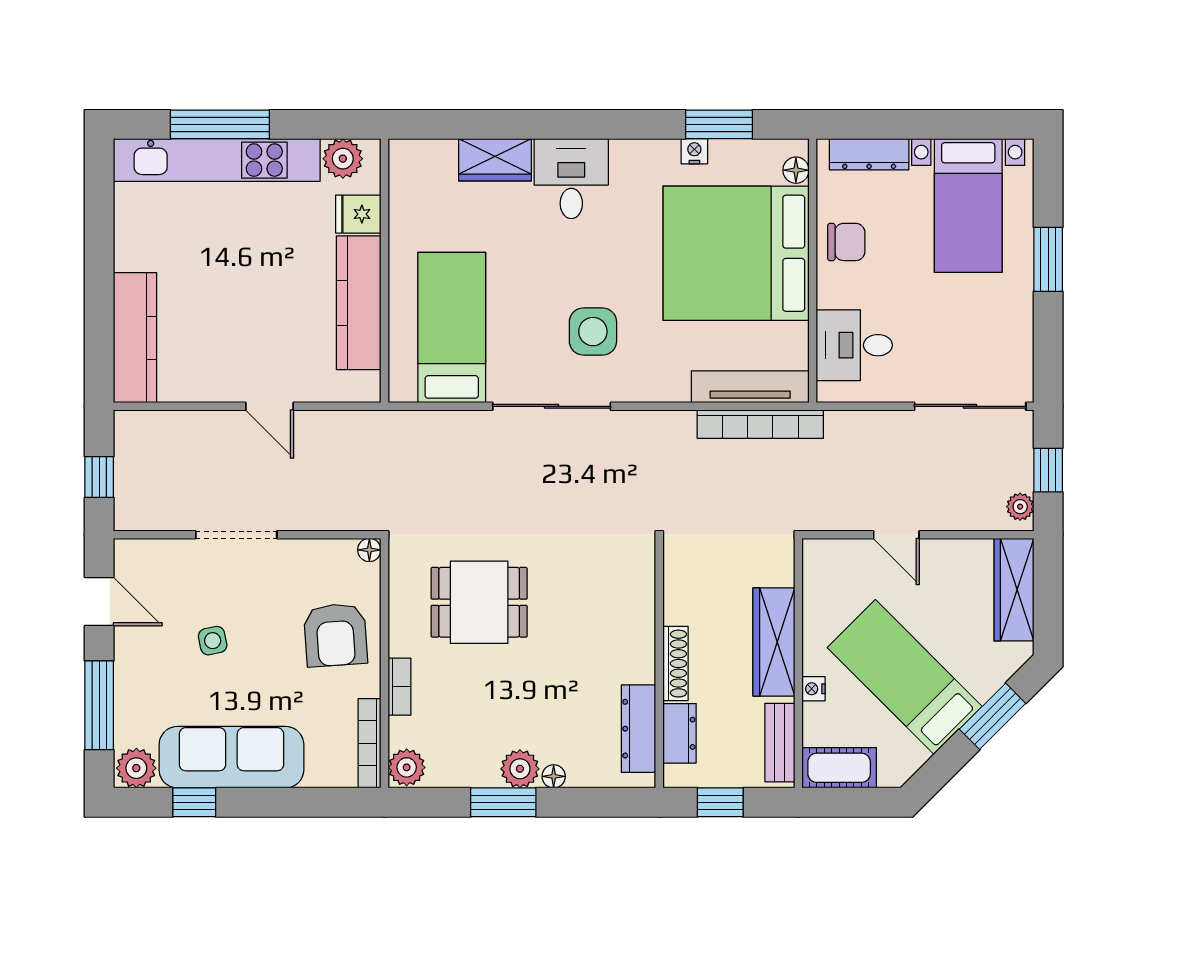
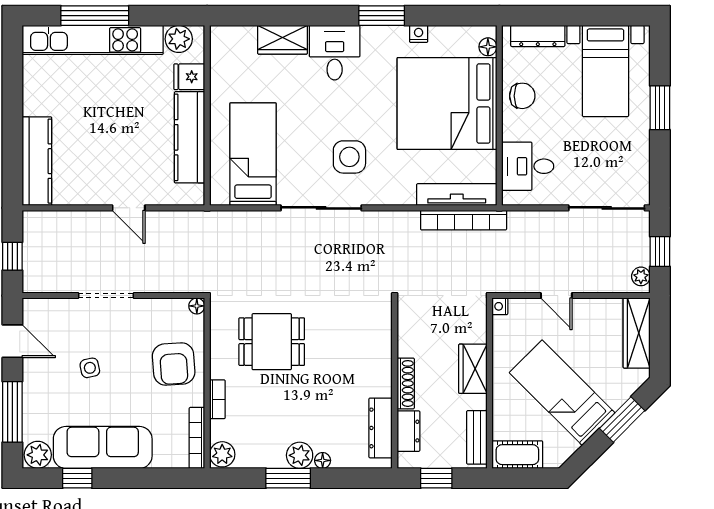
window: (719, 124) -> (382, 16), moved
wardrobe: (774, 642) -> (473, 369), width x0.67
nightstand: (813, 689) -> (500, 306), moved

